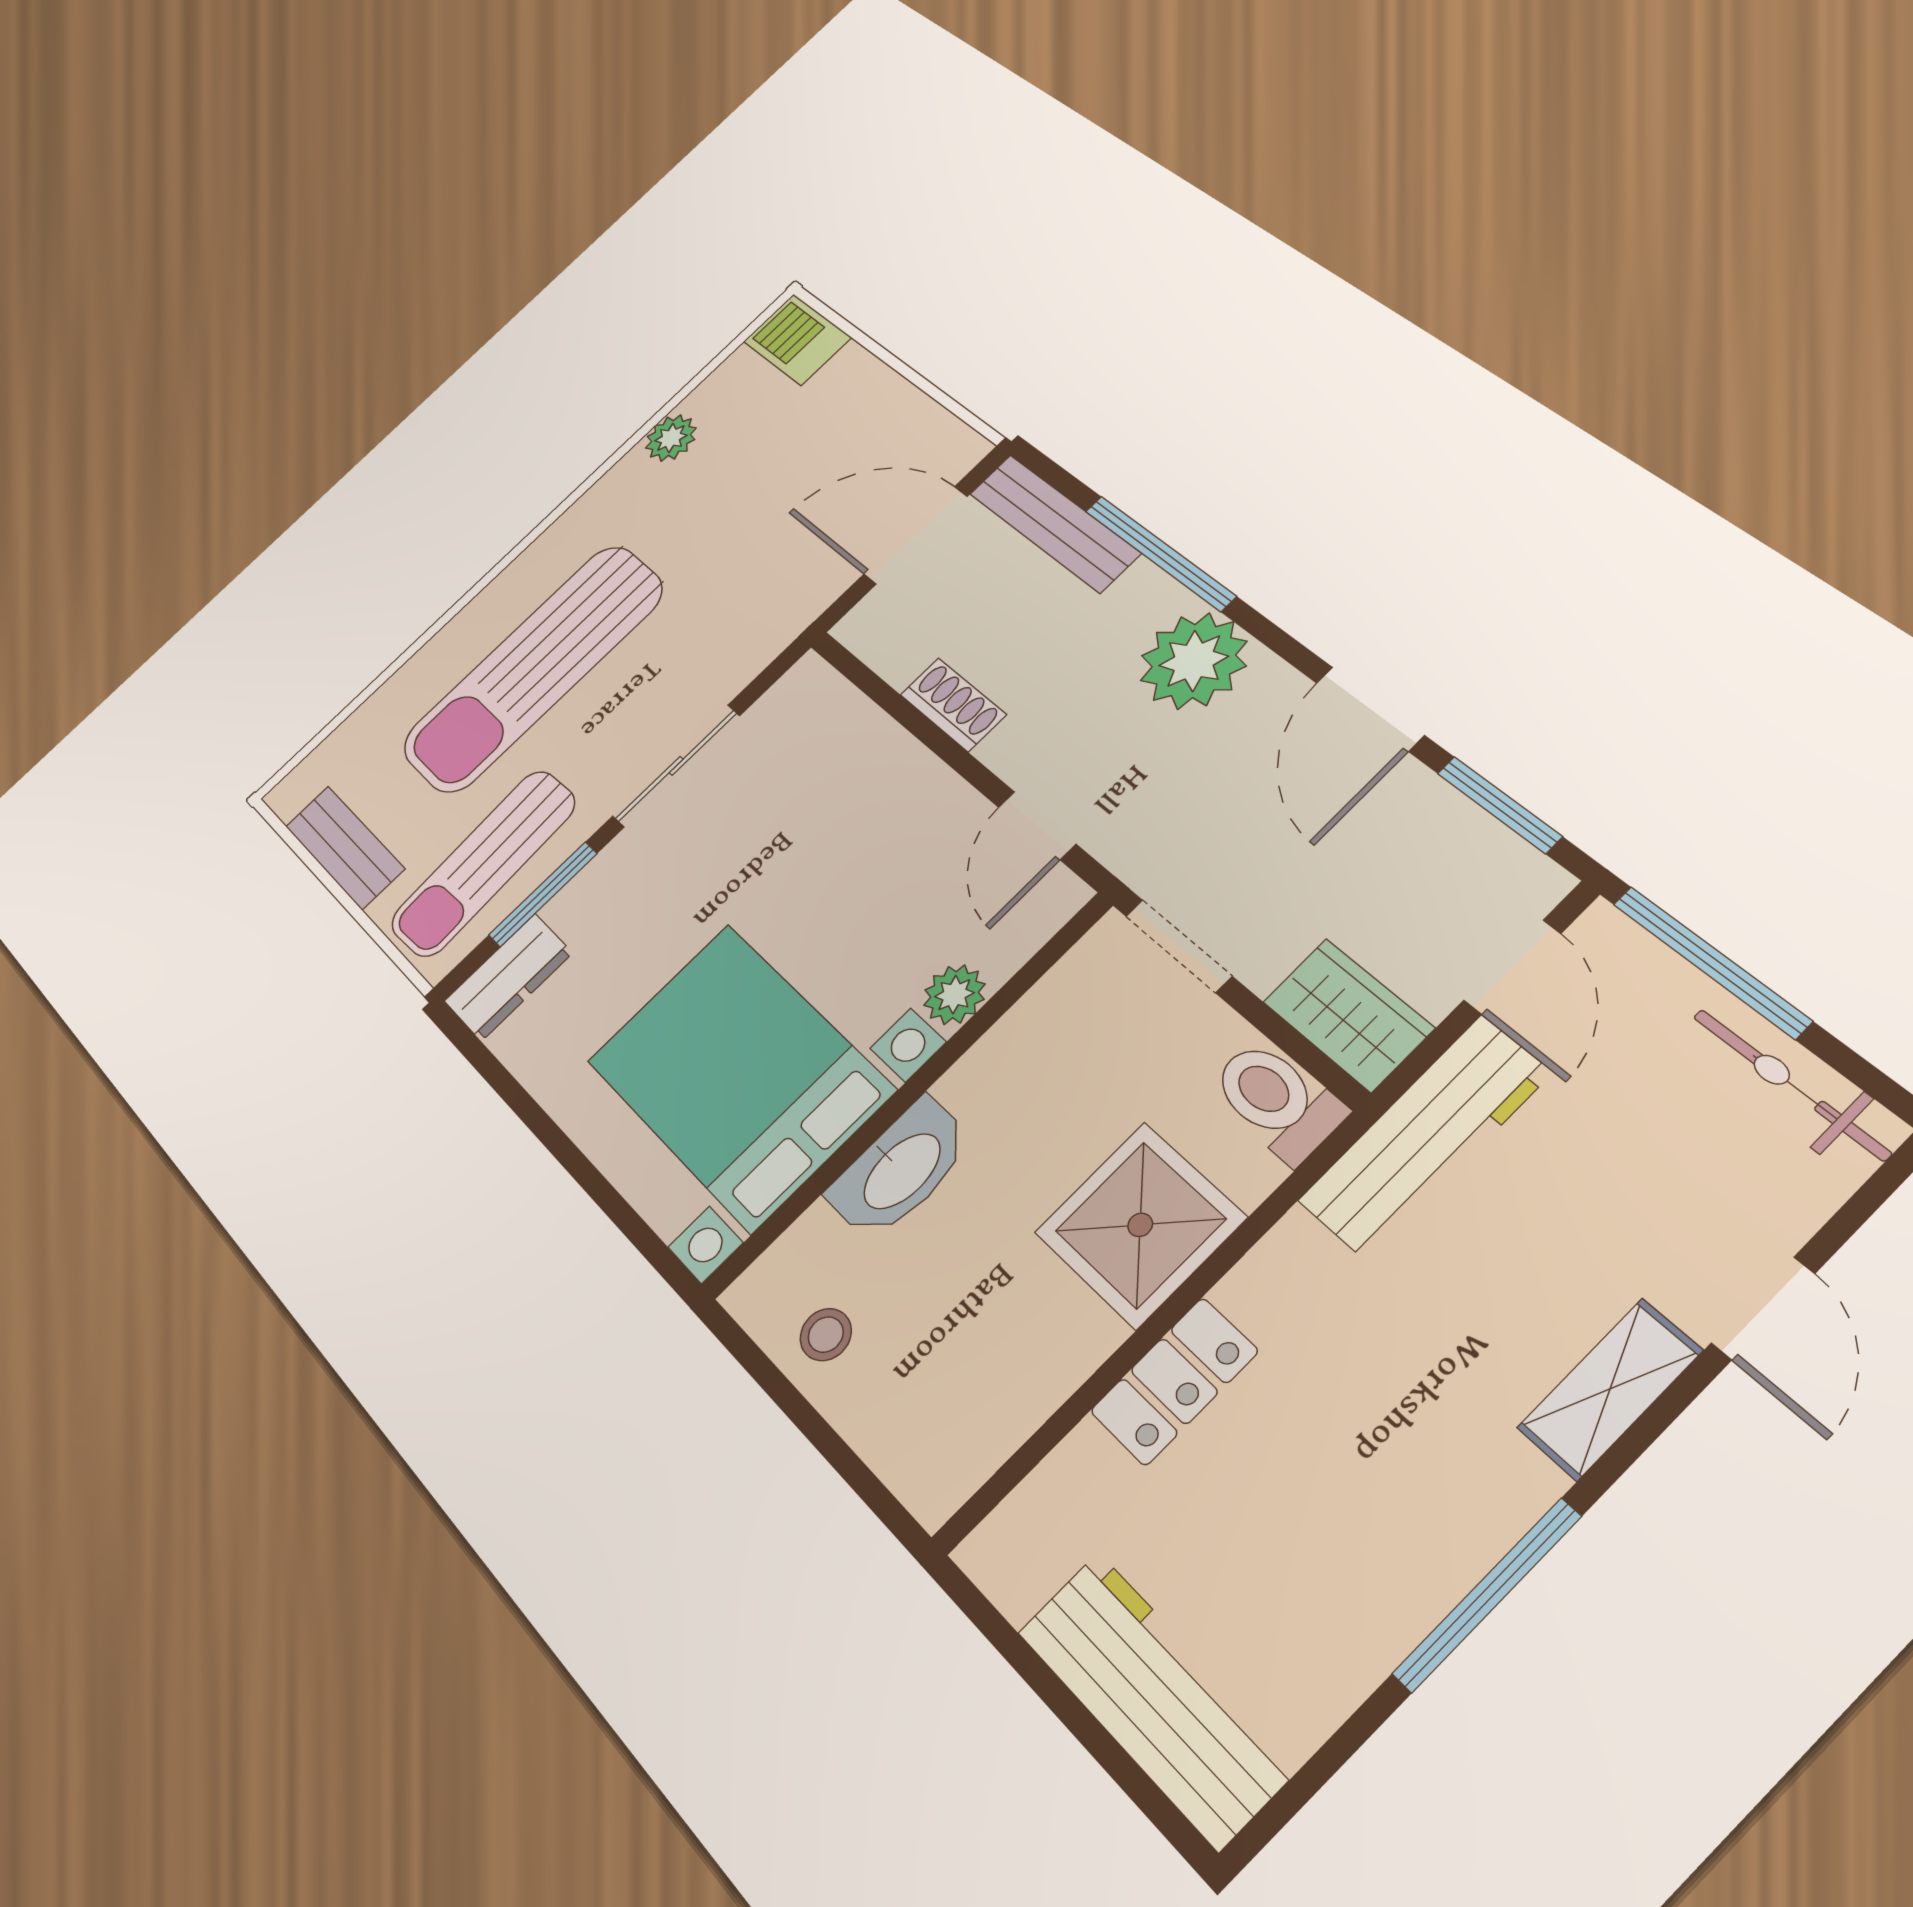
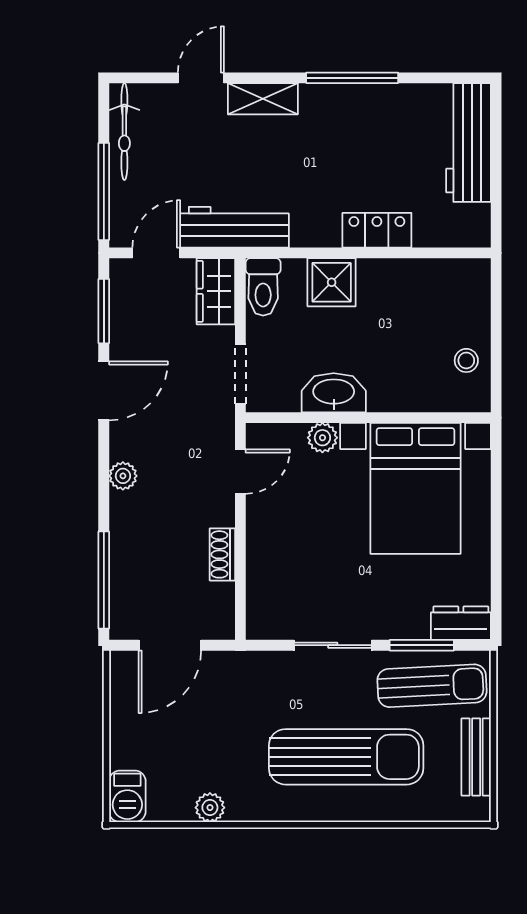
bench: (1054, 523) -> (123, 590), removed
door: (916, 535) -> (170, 645), hinge flipped
window: (1160, 553) -> (104, 580), moved
plant: (1194, 661) -> (123, 476), width x0.53, depth x0.53
washbasin: (901, 1170) -> (334, 393), moved
shower: (1140, 1225) -> (332, 282), width x0.73, depth x0.73

